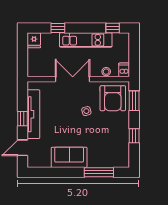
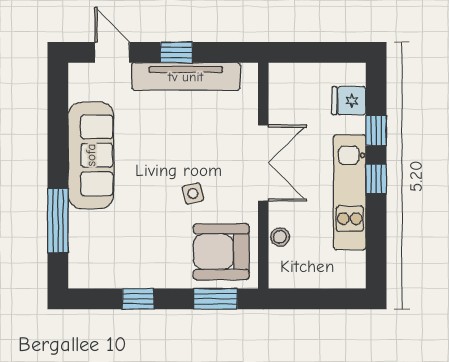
window: (113, 28) -> (376, 179), moved
fridge: (34, 40) -> (349, 101), moved
dishwasher: (124, 70) -> (284, 277), removed
sofa: (69, 157) -> (91, 155), width x1.36

